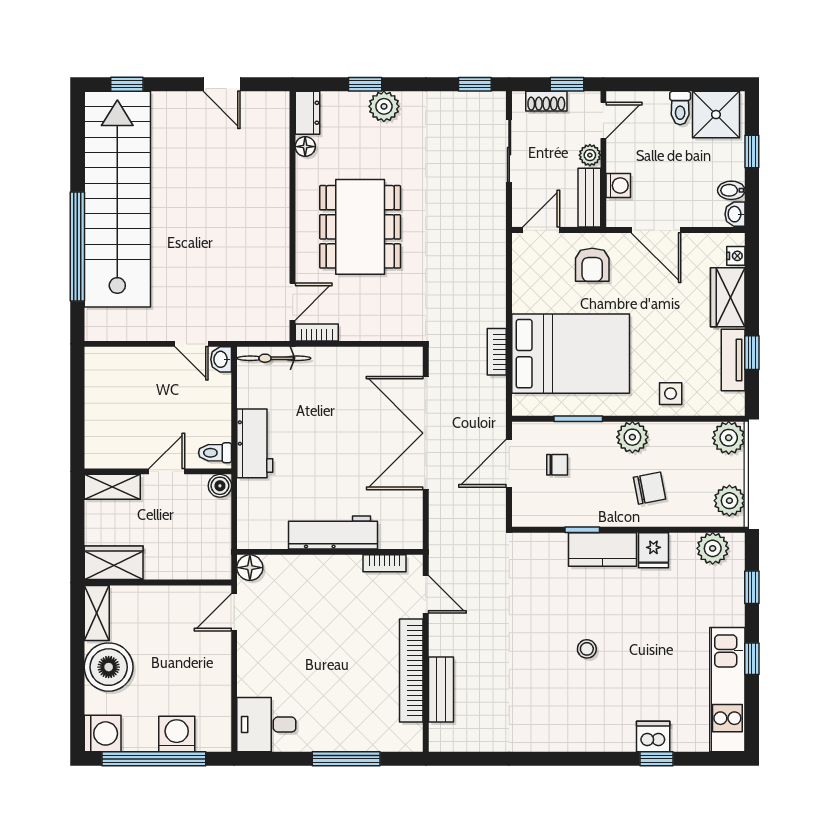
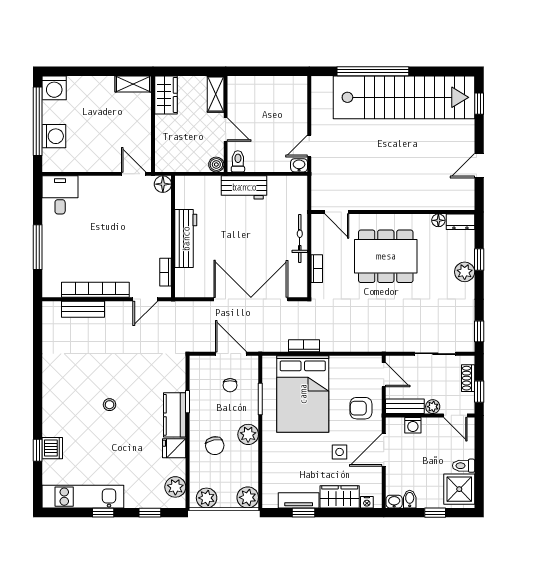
bookcase: (317, 332) -> (317, 269), moved
bicycle: (274, 358) -> (300, 239), moved
side table: (671, 394) -> (340, 452), moved
boiler: (109, 667) -> (98, 92), removed

